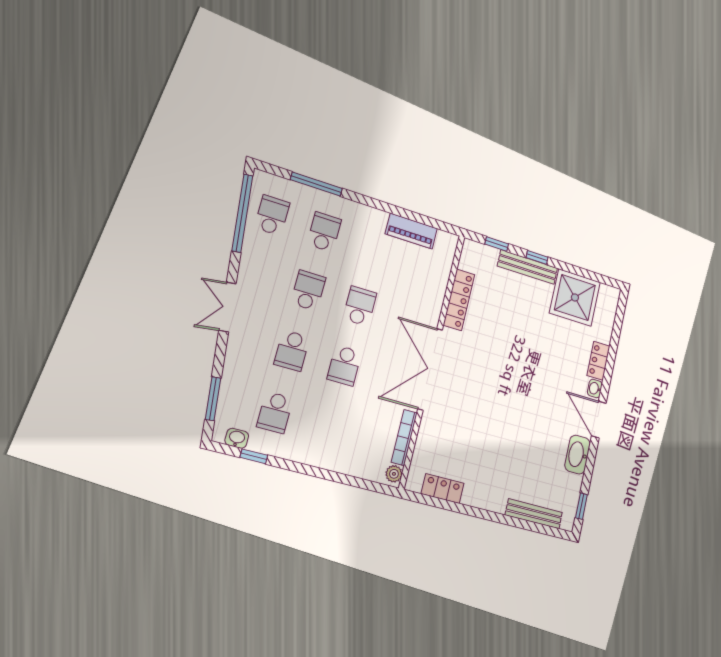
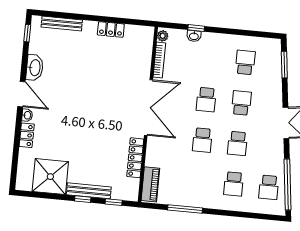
window: (316, 184) -> (185, 209), moved
piano: (411, 231) -> (150, 184), moved, turned 90
school desk: (344, 366) -> (206, 100), turned 180
washbasin: (237, 438) -> (194, 36), moved
window: (254, 456) -> (196, 28), moved
locker: (443, 488) -> (111, 29), moved

